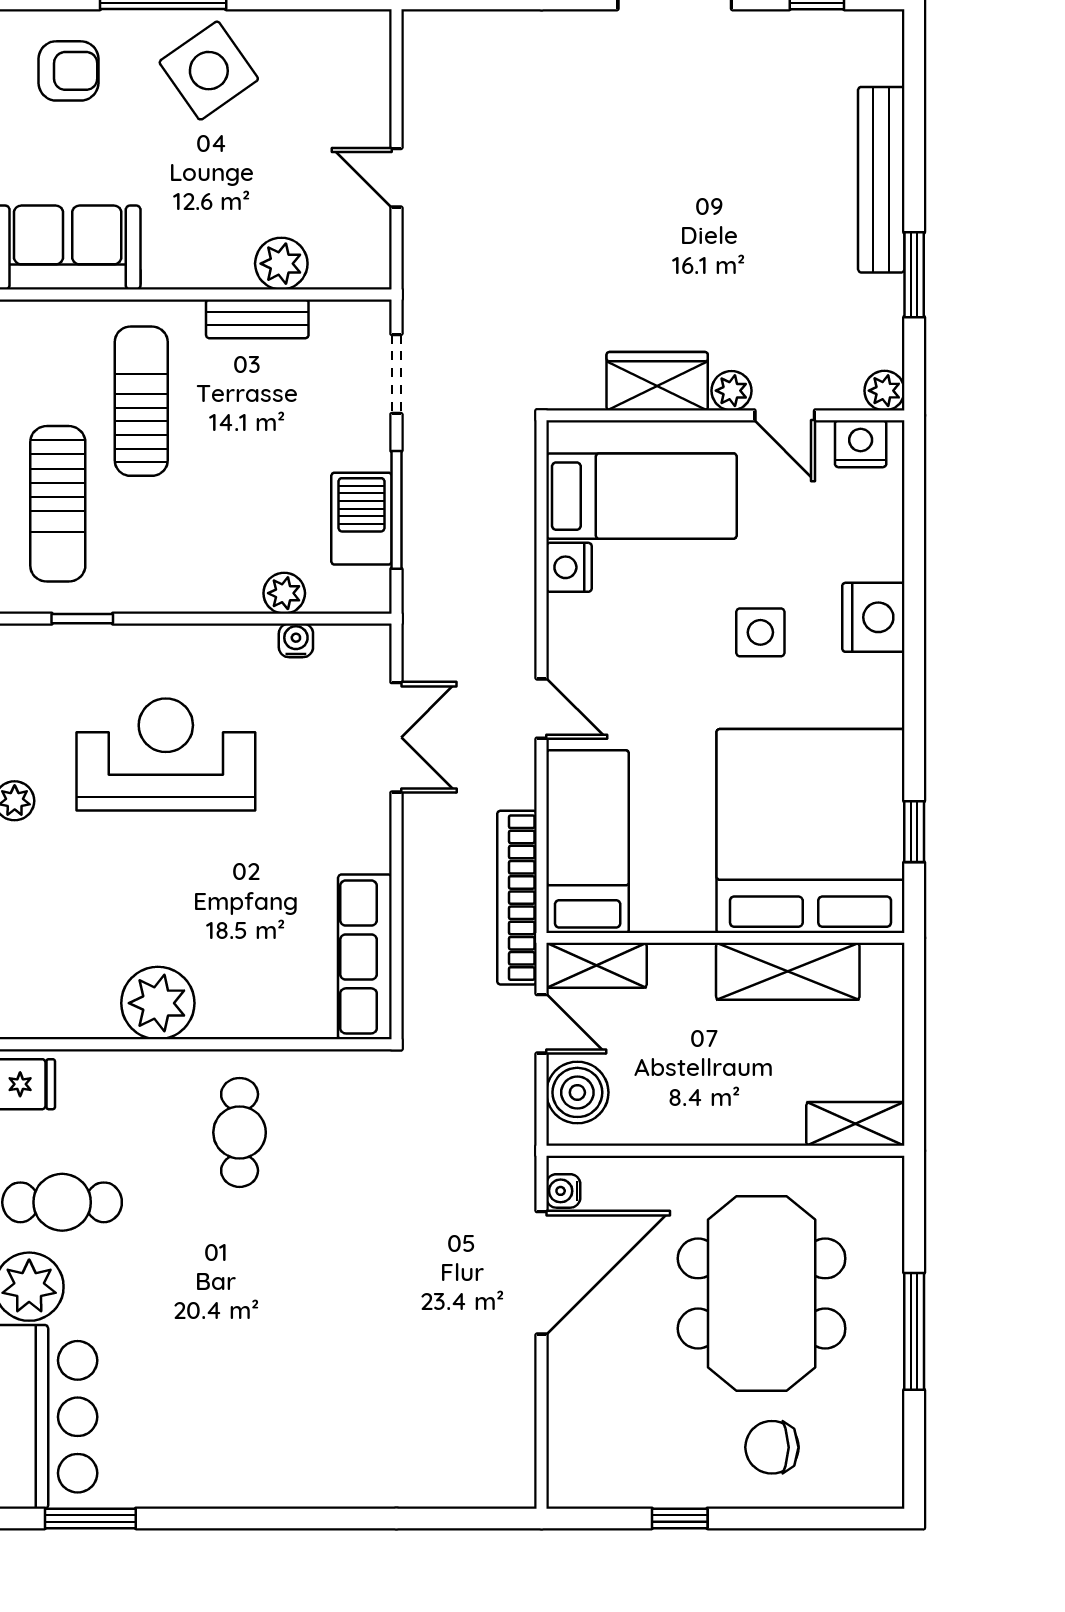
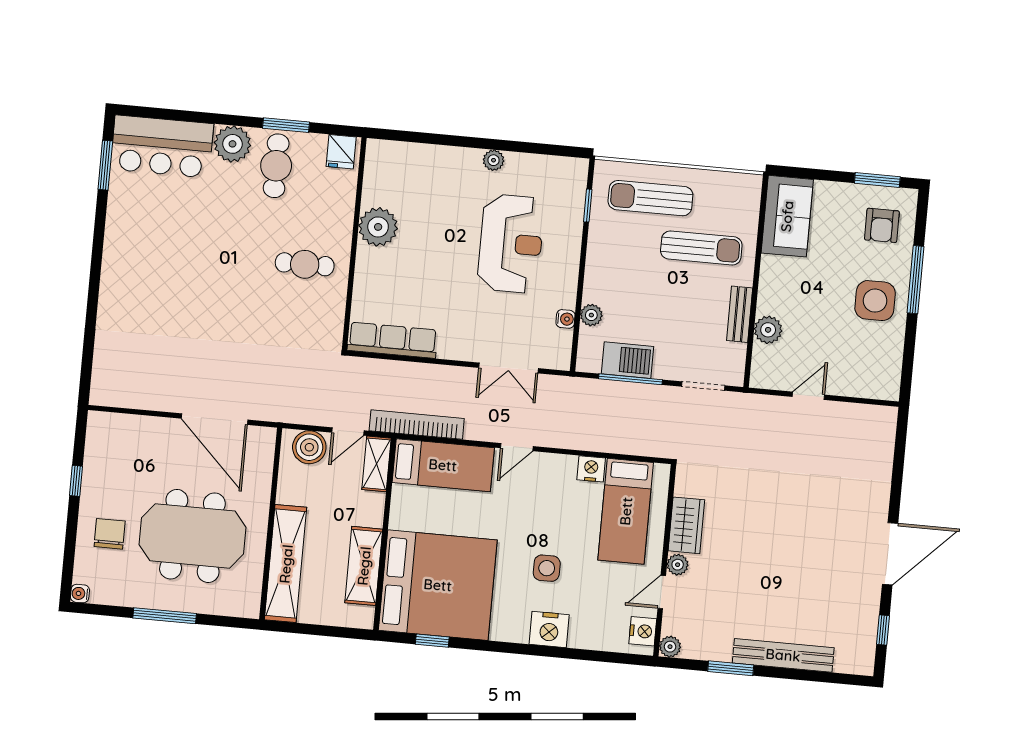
side table: (209, 71) -> (875, 301), turned 35
shelving: (855, 1124) -> (286, 564), width x2.20, depth x1.33
water cooler: (563, 1191) -> (80, 594), moved, turned -90

